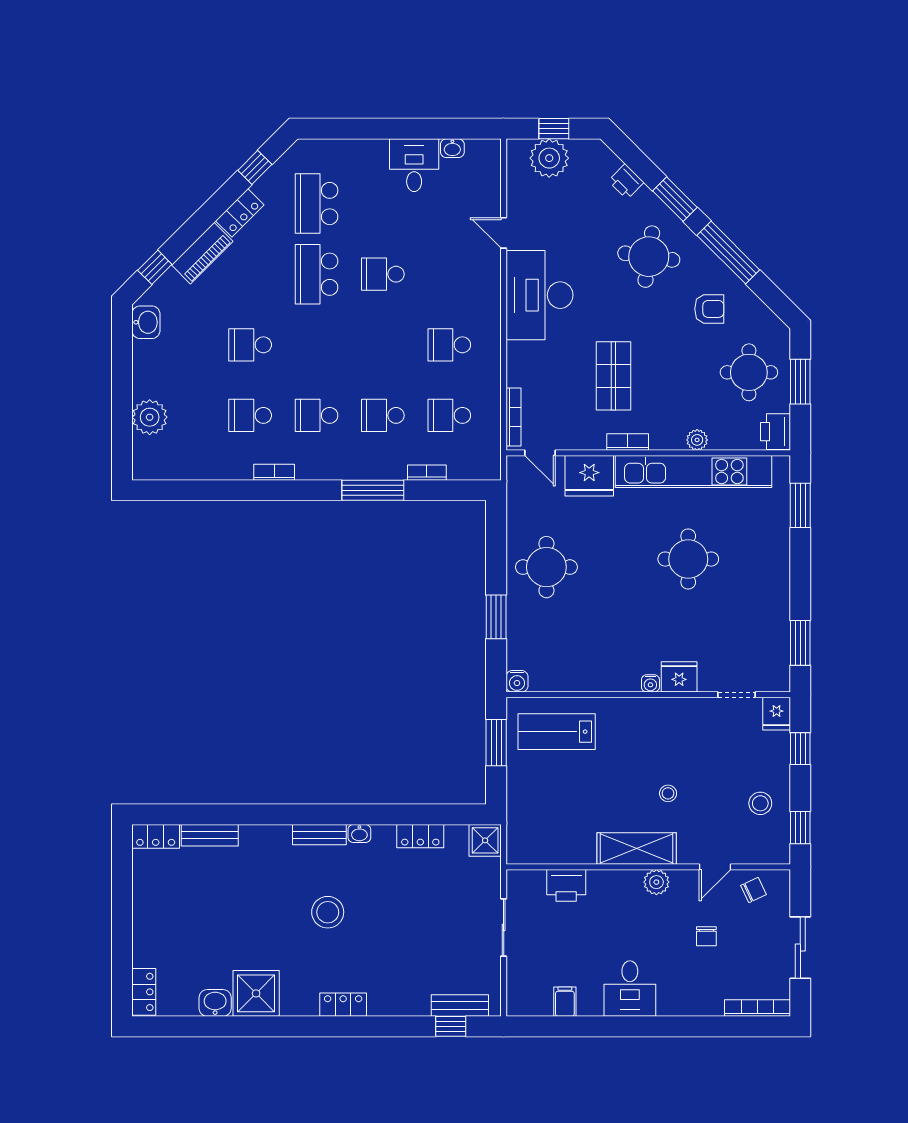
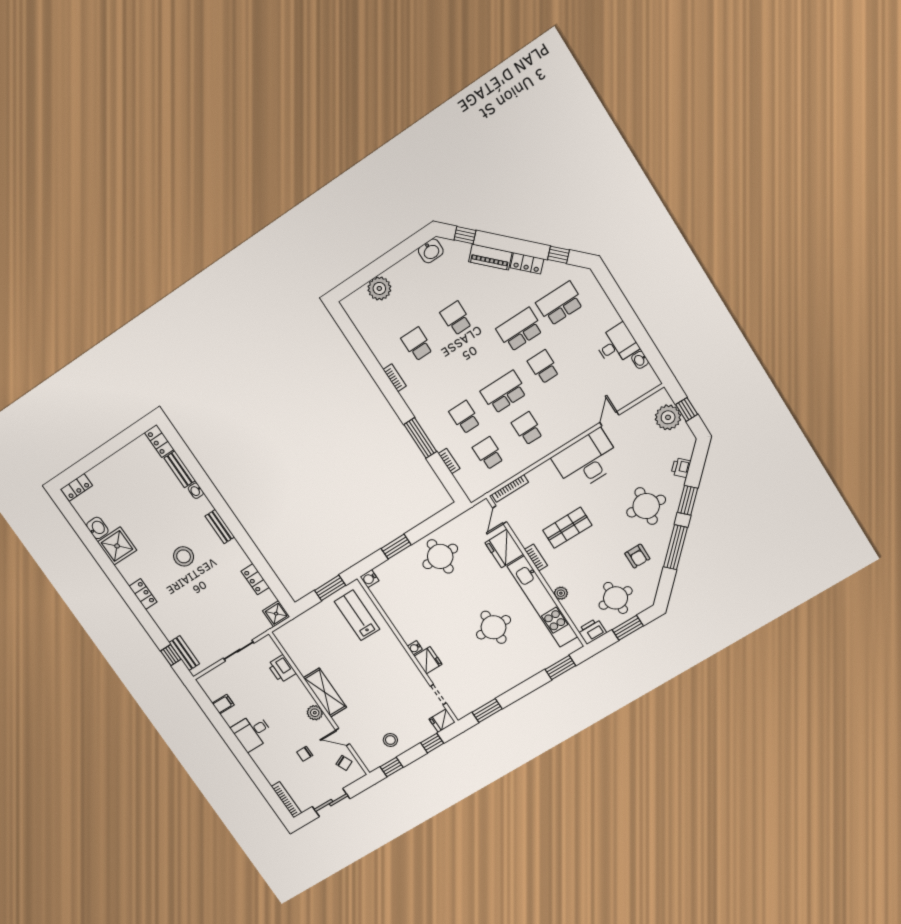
school desk: (317, 415) -> (504, 392), moved, width x1.85
stool: (668, 793) -> (364, 691), removed
washbasin: (359, 834) -> (196, 491), moved

